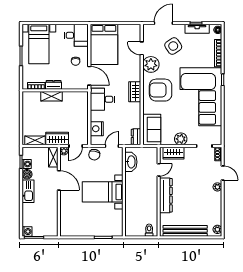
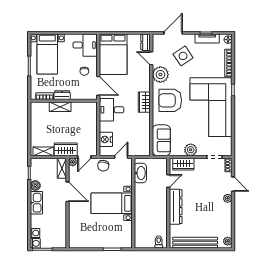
dresser: (136, 137) -> (146, 42), moved
washing machine: (27, 164) -> (35, 233), moved

